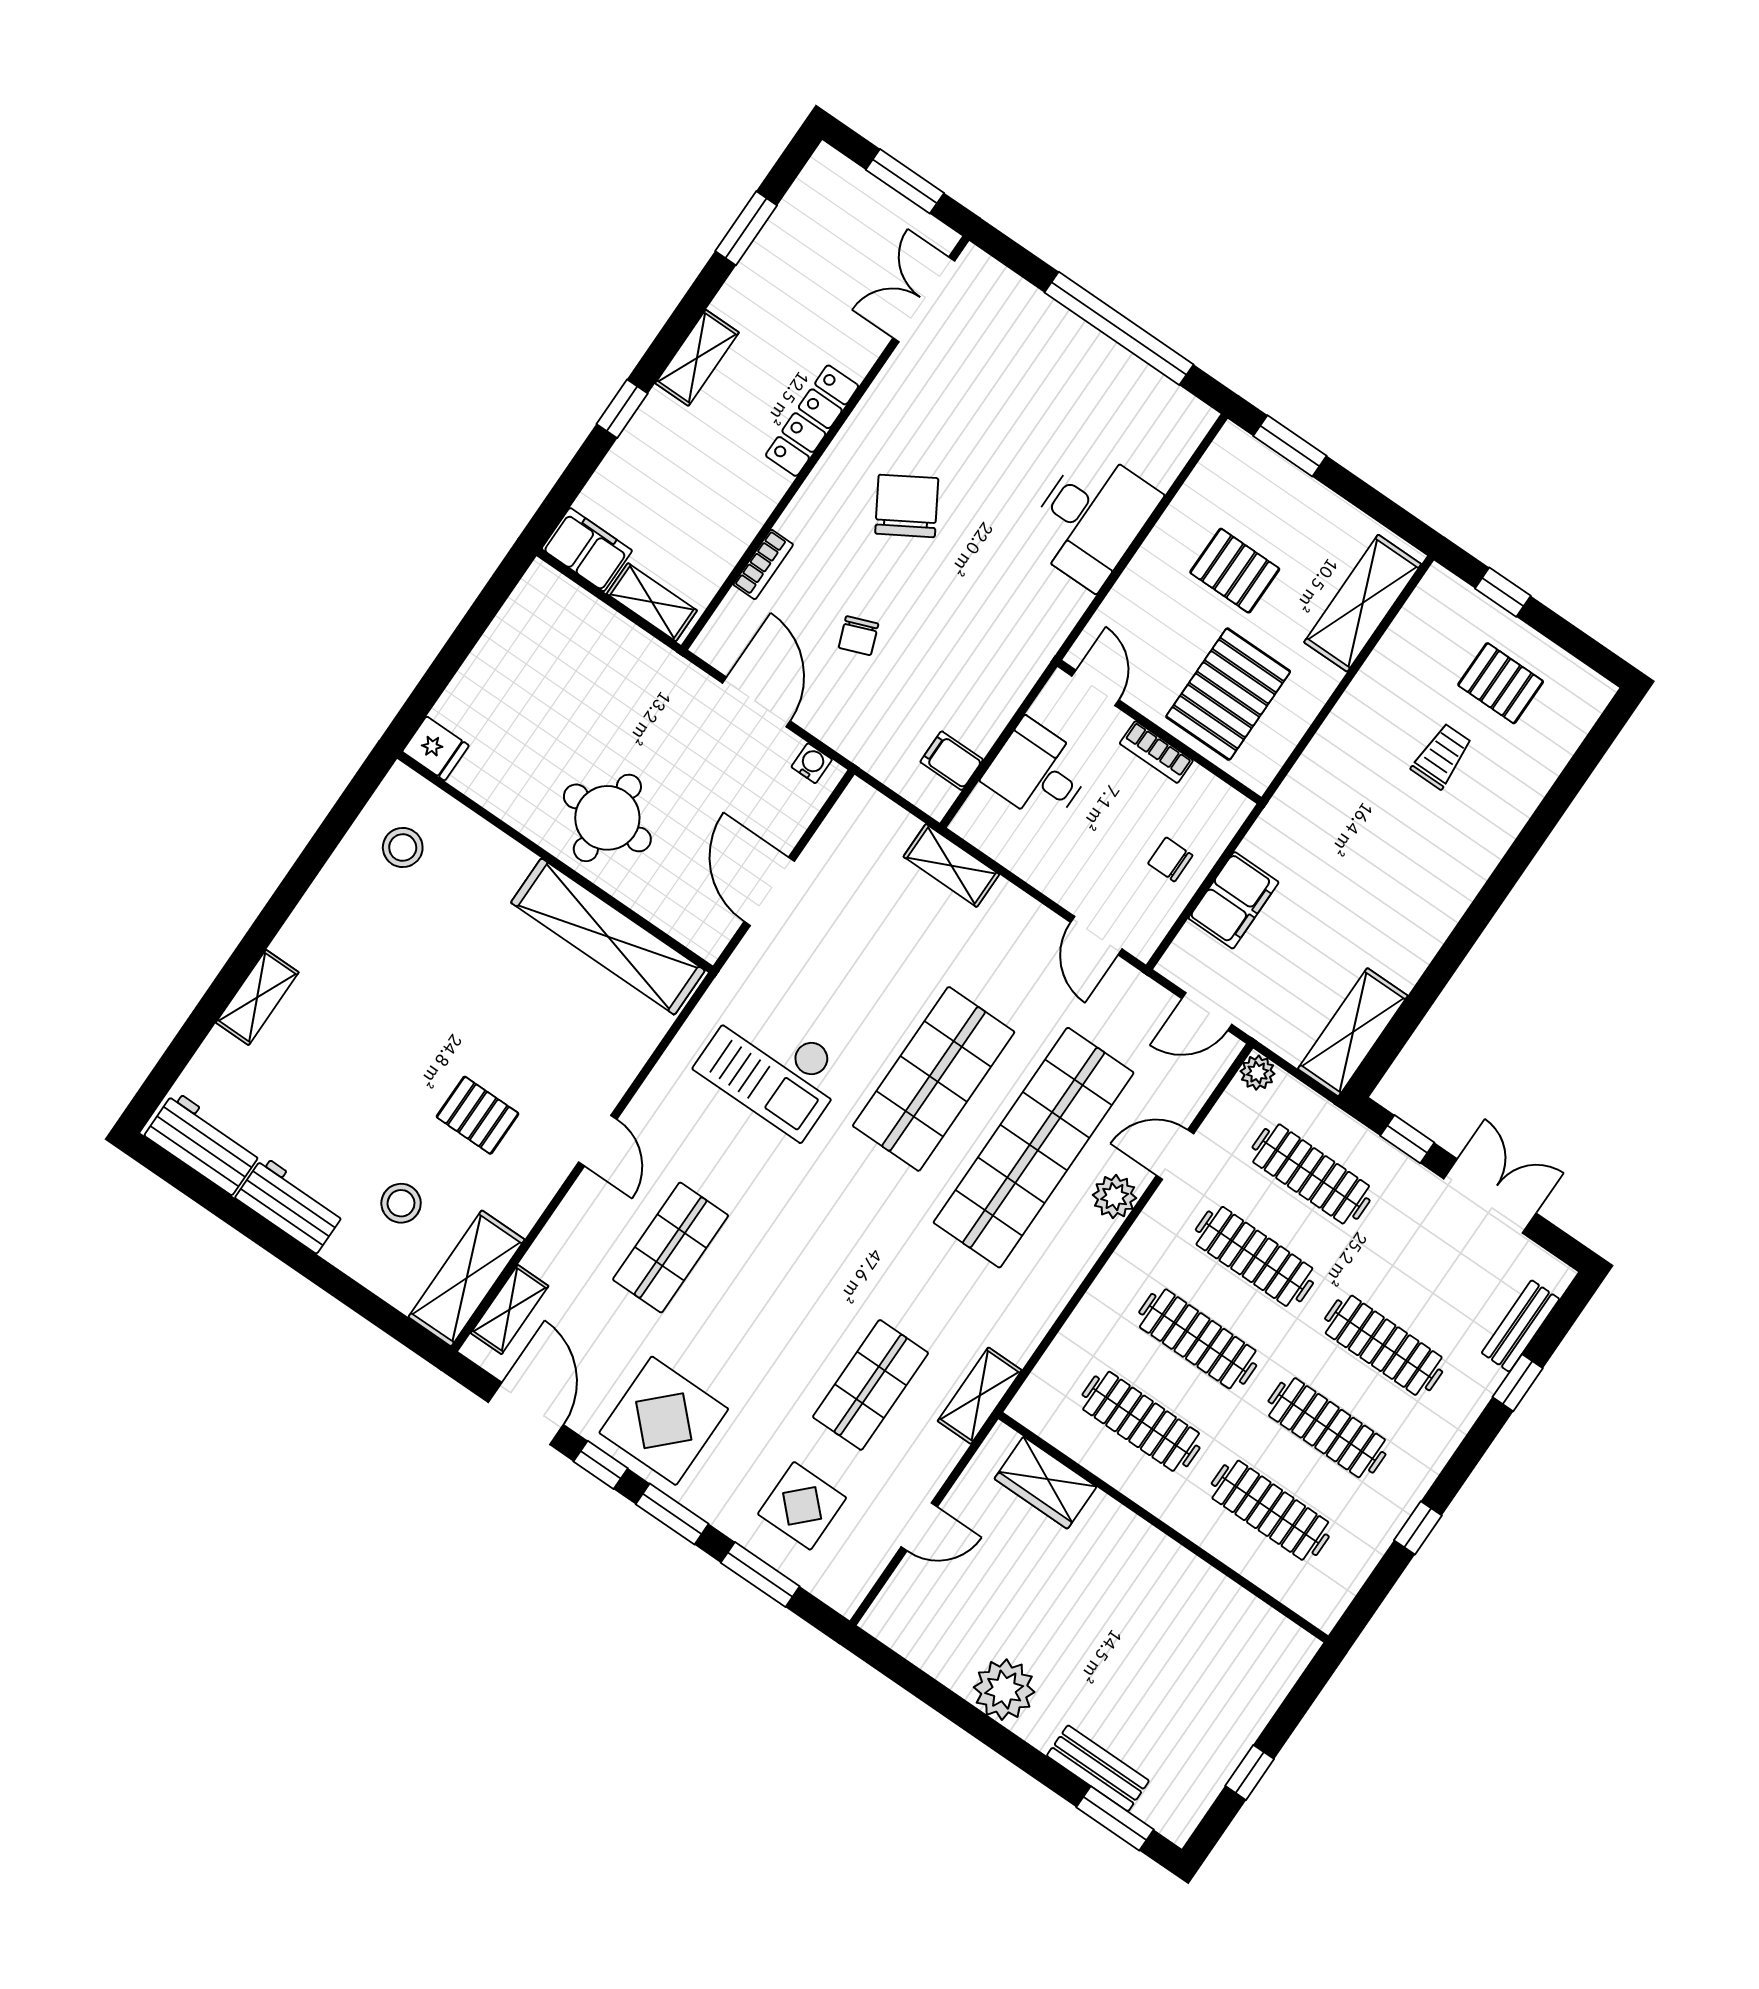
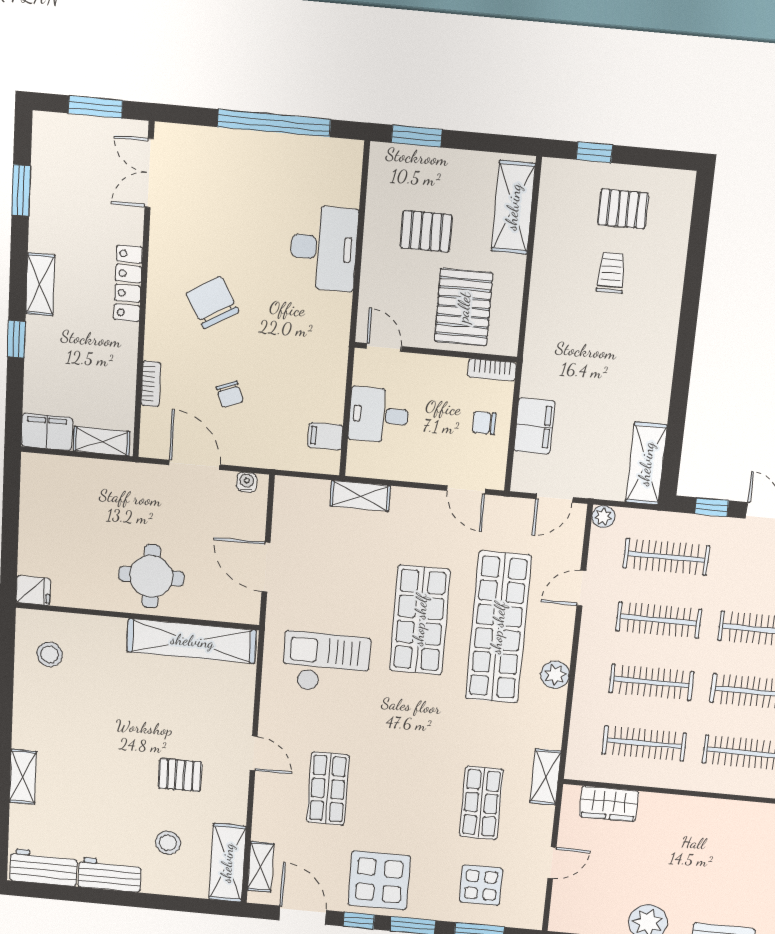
bookcase: (1156, 752) -> (492, 370), moved
checkout: (773, 1068) -> (326, 663), turned 180
plant: (1115, 1197) -> (555, 675), moved

